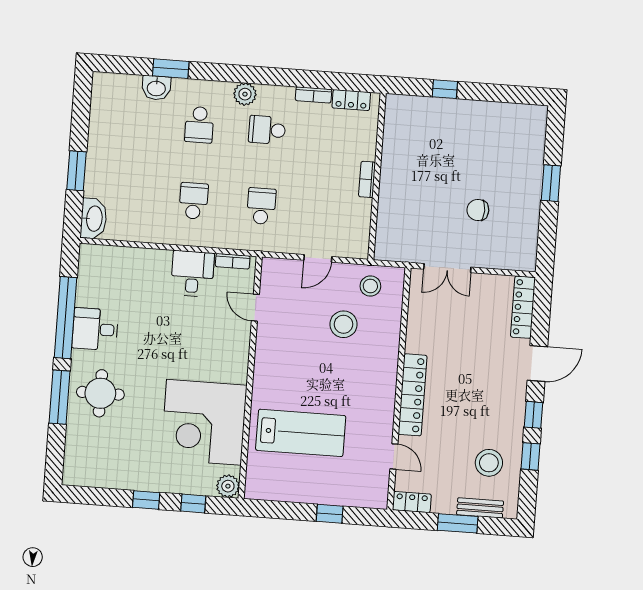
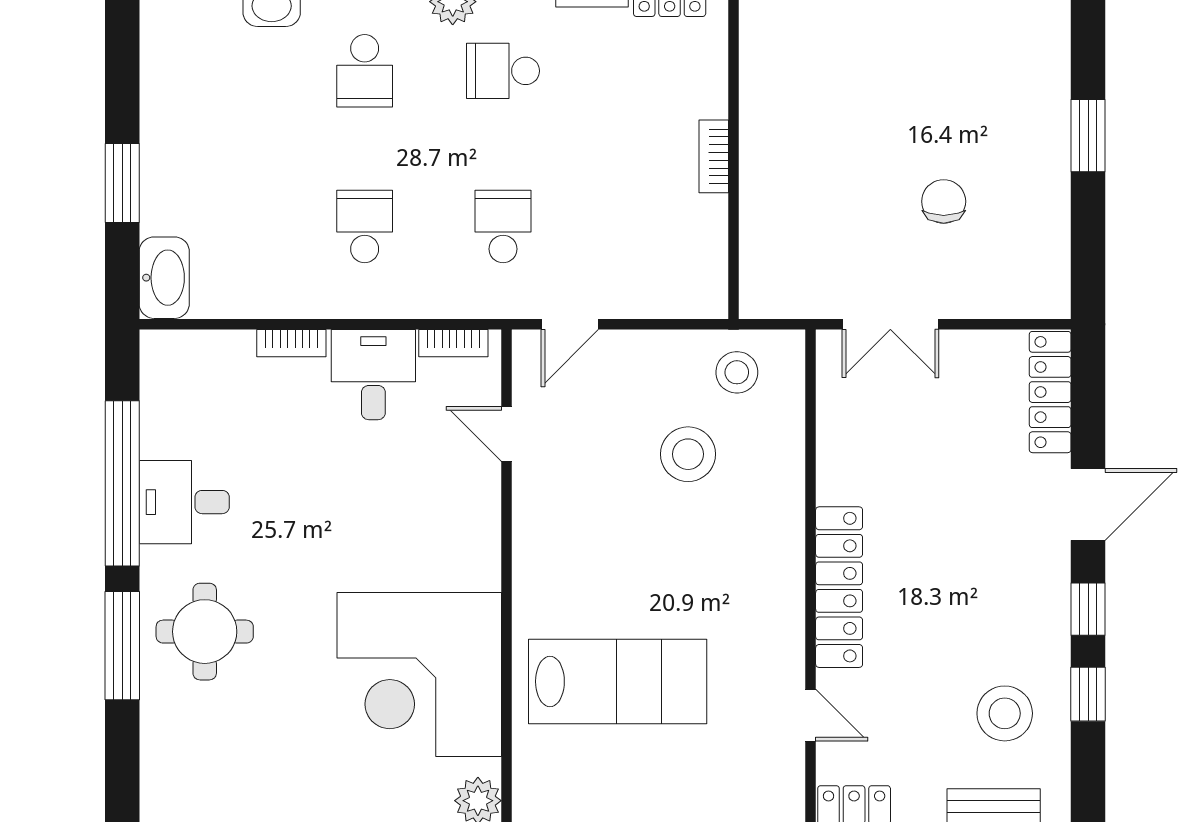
chair: (478, 210) -> (944, 201), turned 90
bookcase: (153, 255) -> (291, 343), added
door: (318, 258) -> (570, 324), moved

